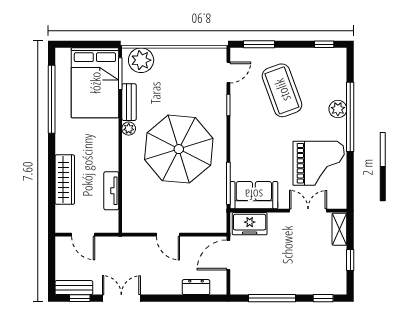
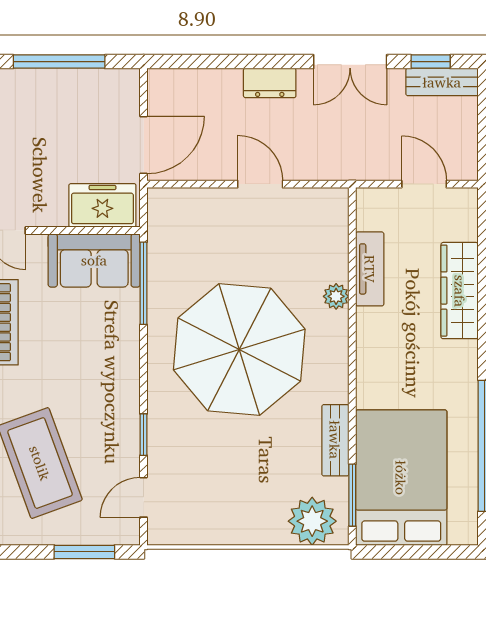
plant: (129, 129) -> (336, 296), moved
dresser: (196, 287) -> (270, 83), moved

